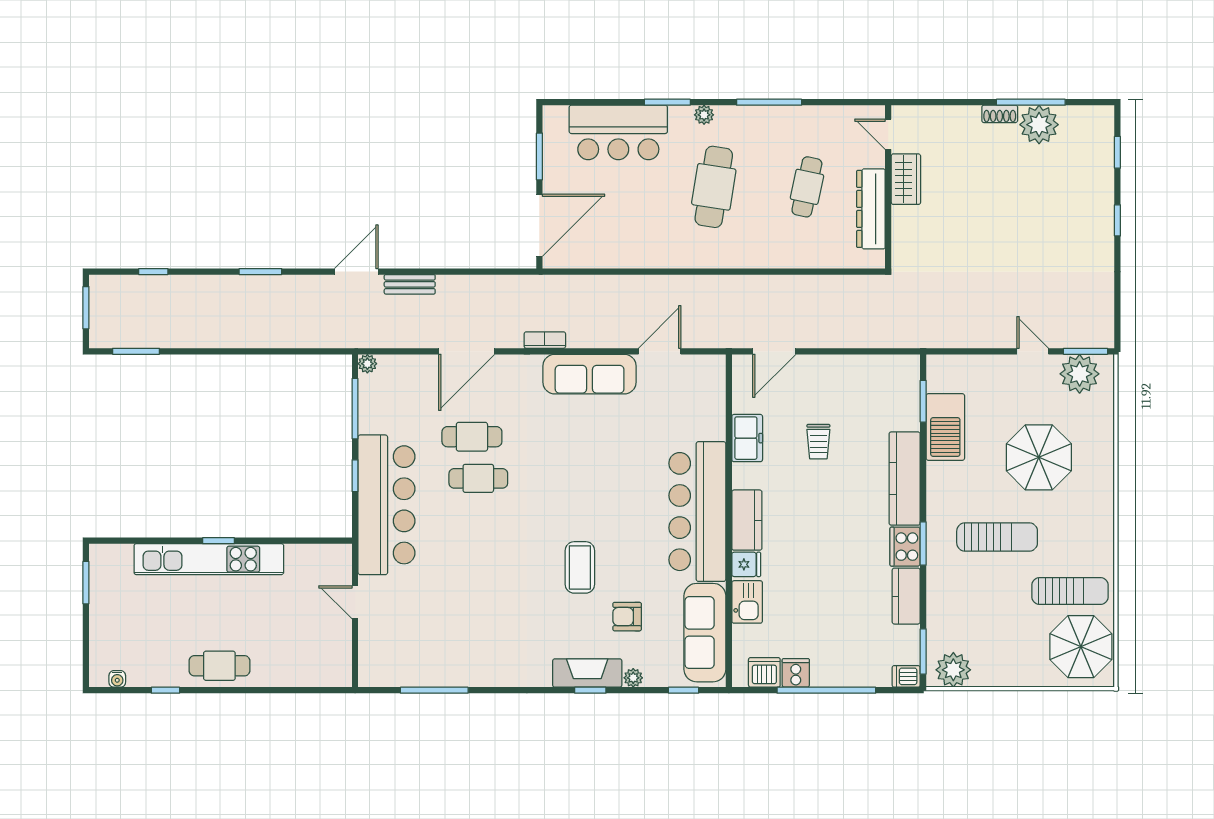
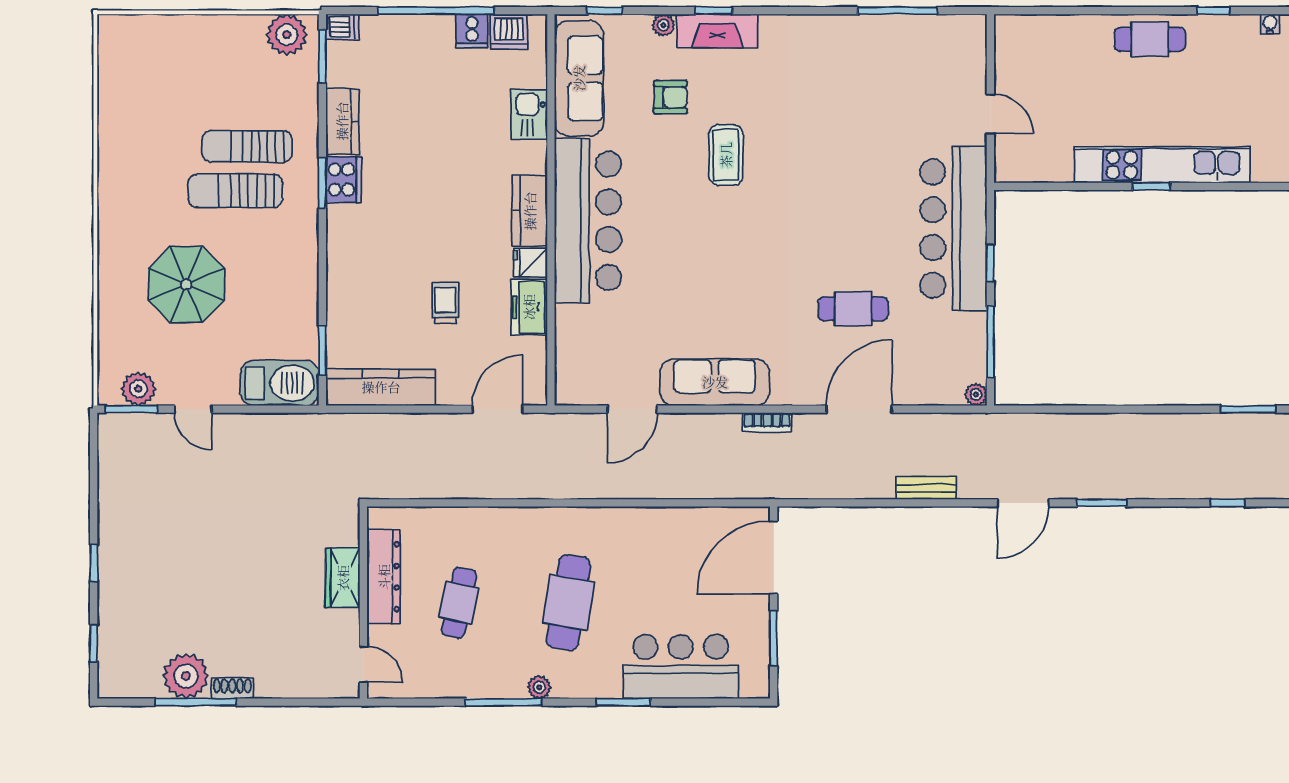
plant: (704, 115) -> (539, 687), moved
wardrobe: (906, 179) -> (343, 578), moved
door: (356, 272) -> (1023, 503), moved
plant: (1080, 374) -> (138, 389), width x0.73, depth x0.73
barbecue: (945, 427) -> (280, 383), moved, turned 90
cafe table: (478, 478) -> (845, 260), removed
kitchen counter: (905, 479) -> (381, 387), moved, turned -90
fridge: (746, 564) -> (530, 263), moved
sun lounger: (1070, 591) -> (247, 146), moved
parasol: (1081, 647) -> (137, 62), removed

